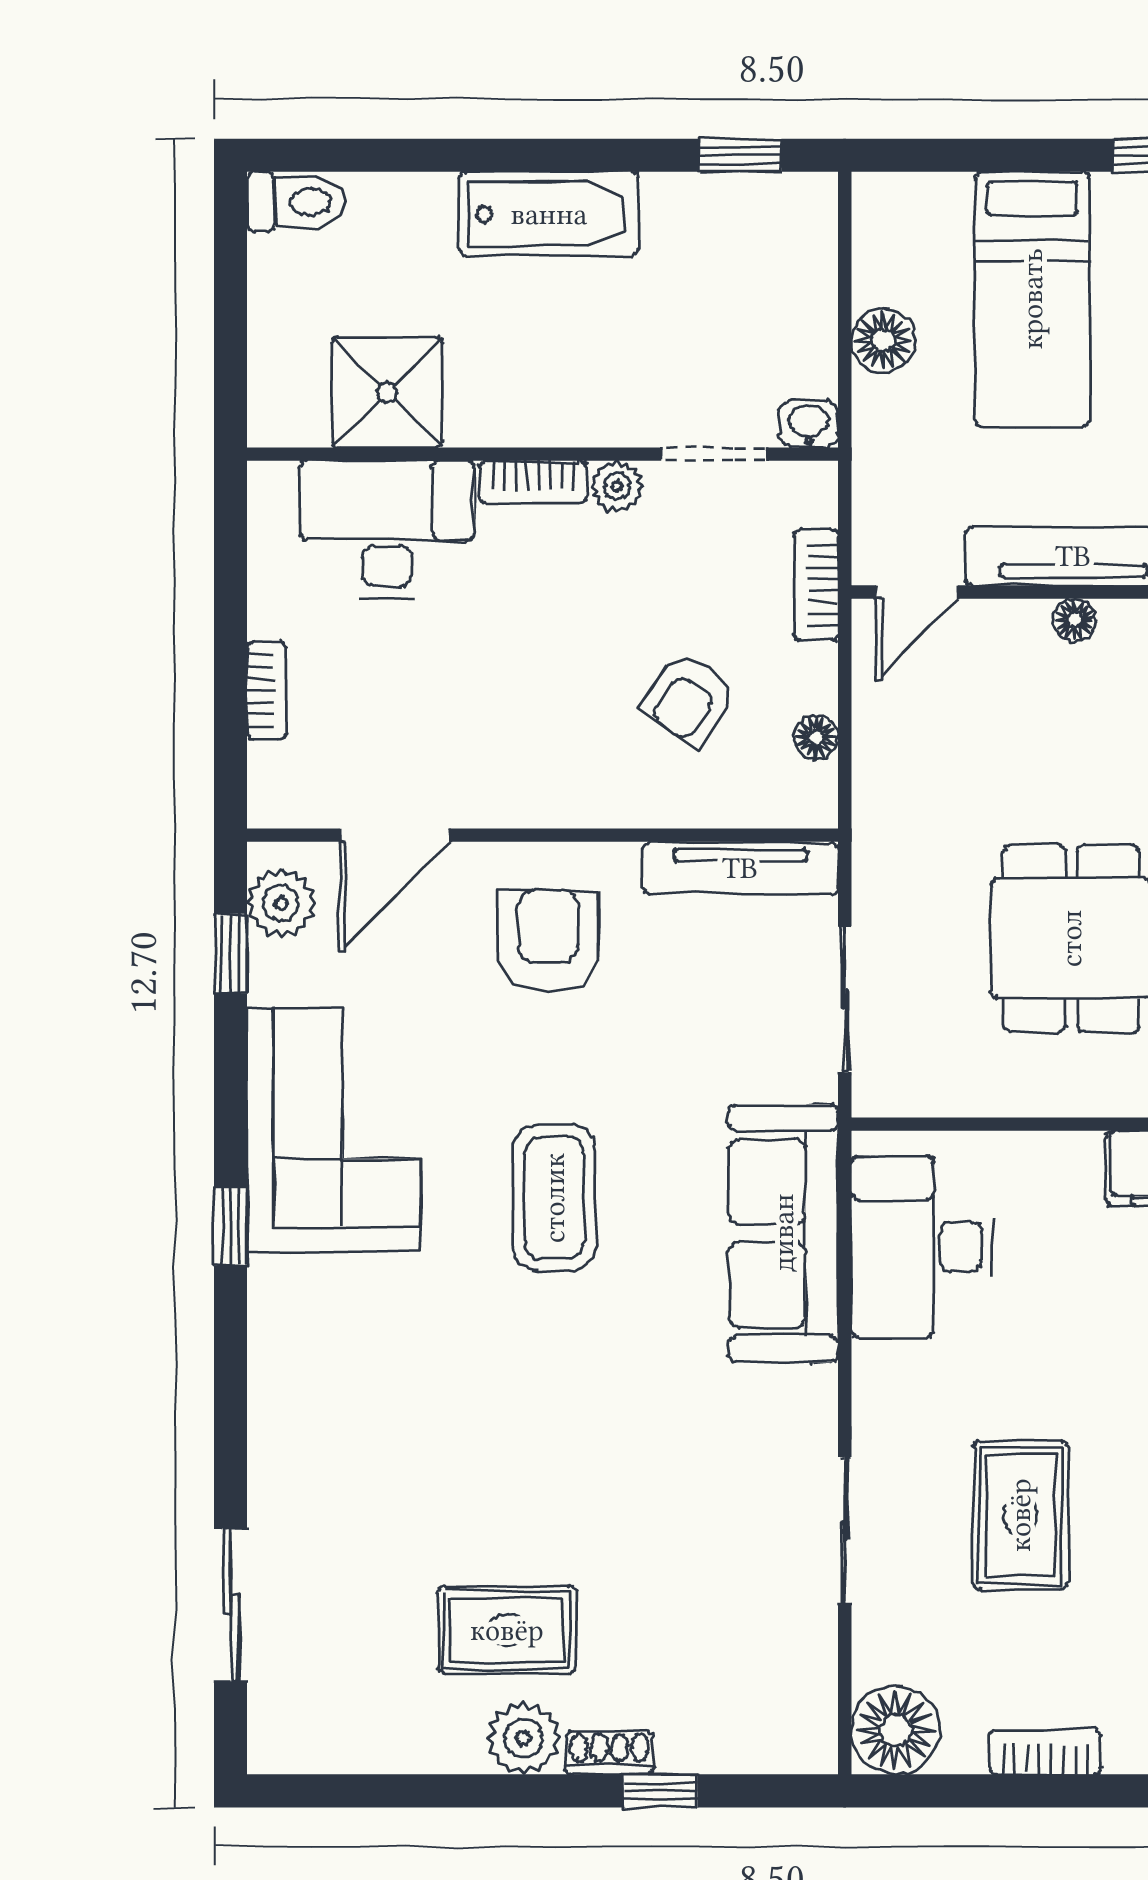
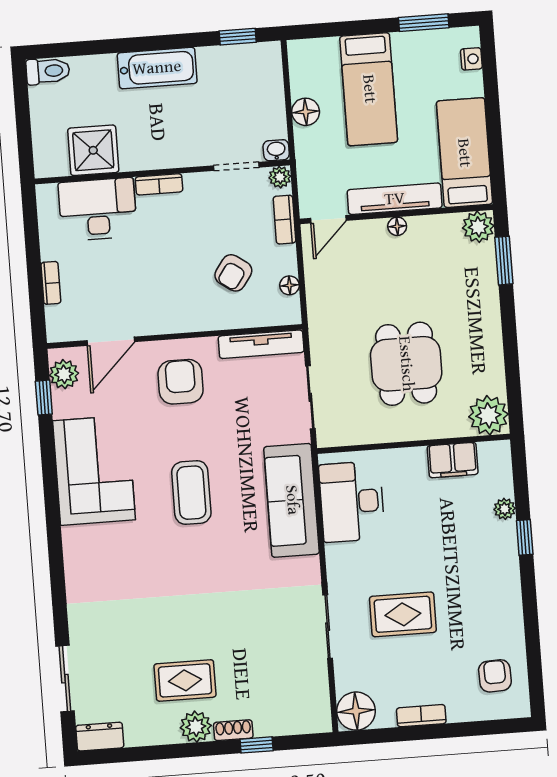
plant: (617, 486) -> (280, 177), moved
window: (231, 1226) -> (53, 515), removed
rug: (1020, 1515) -> (403, 614), turned 90
dresser: (301, 1744) -> (100, 737), added

